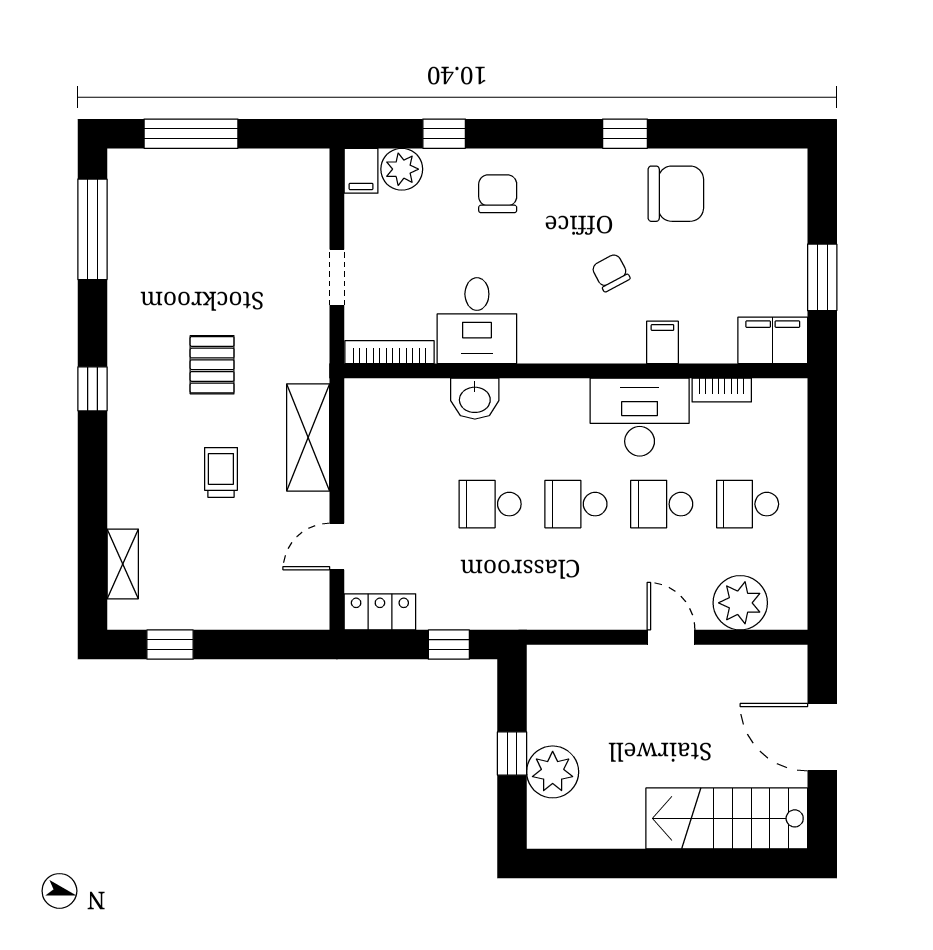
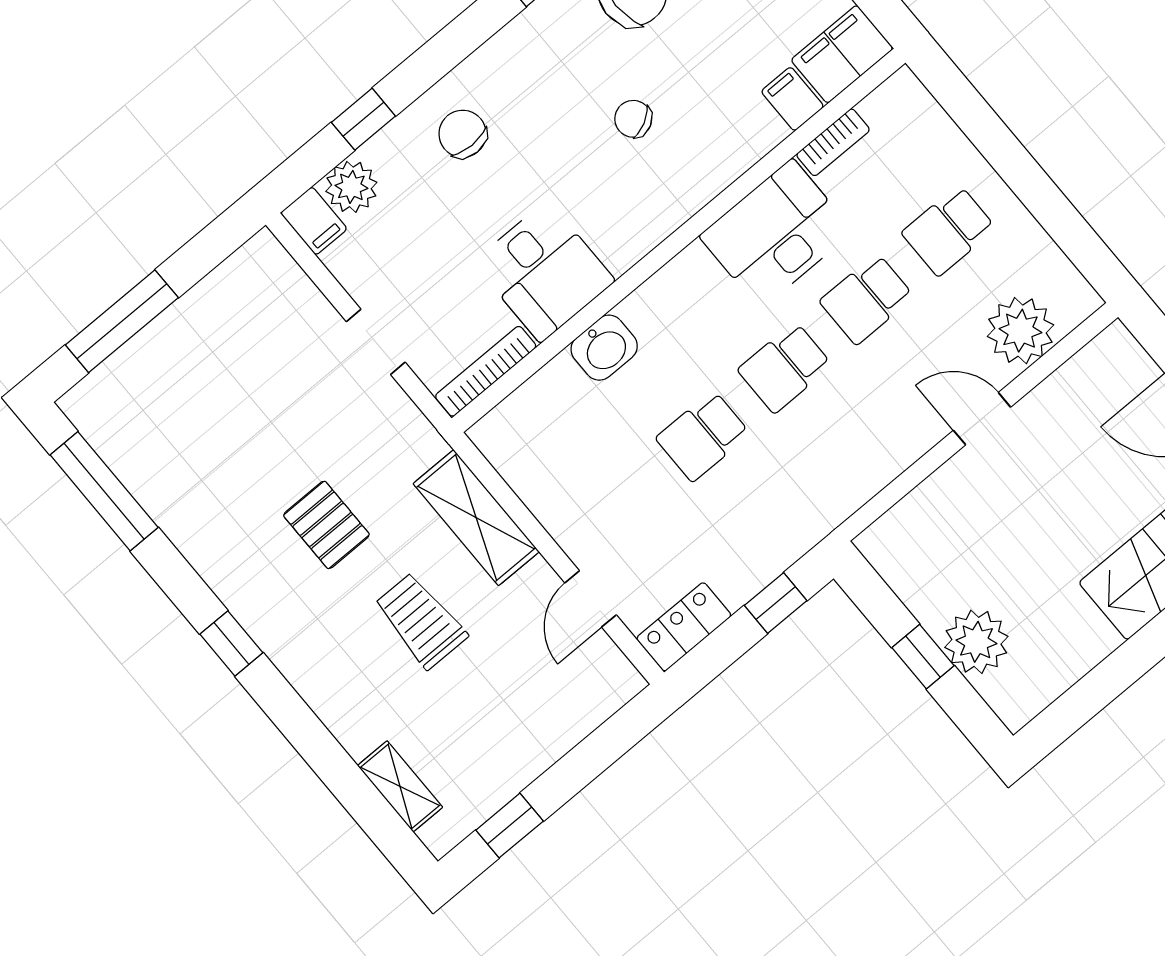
filing cabinet: (662, 342) -> (792, 99), moved
trolley: (221, 472) -> (421, 621), width x1.36, depth x1.39

